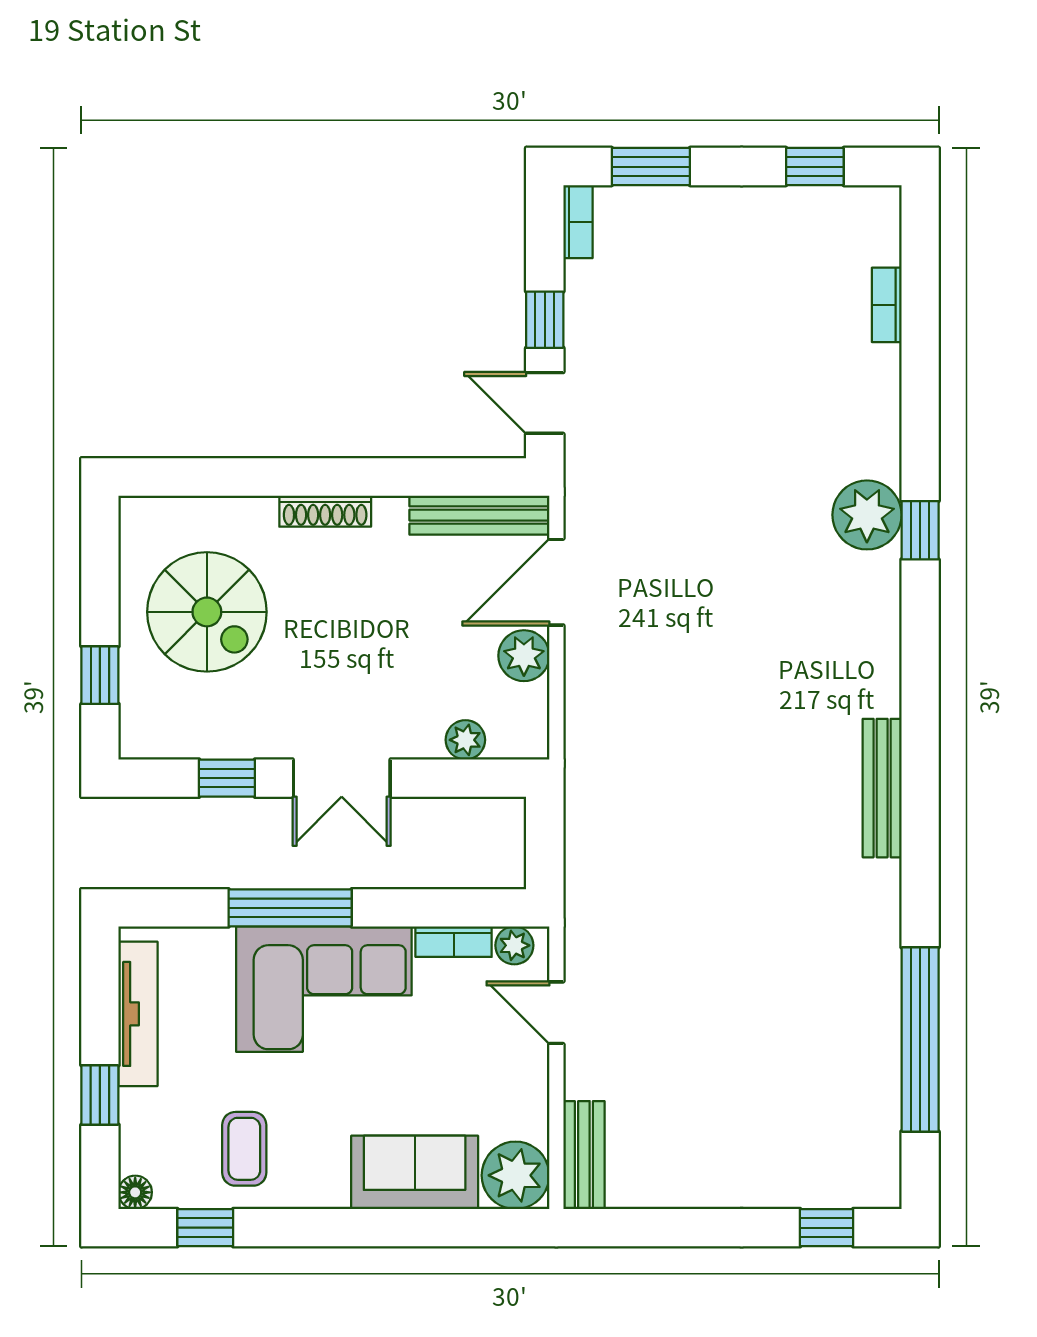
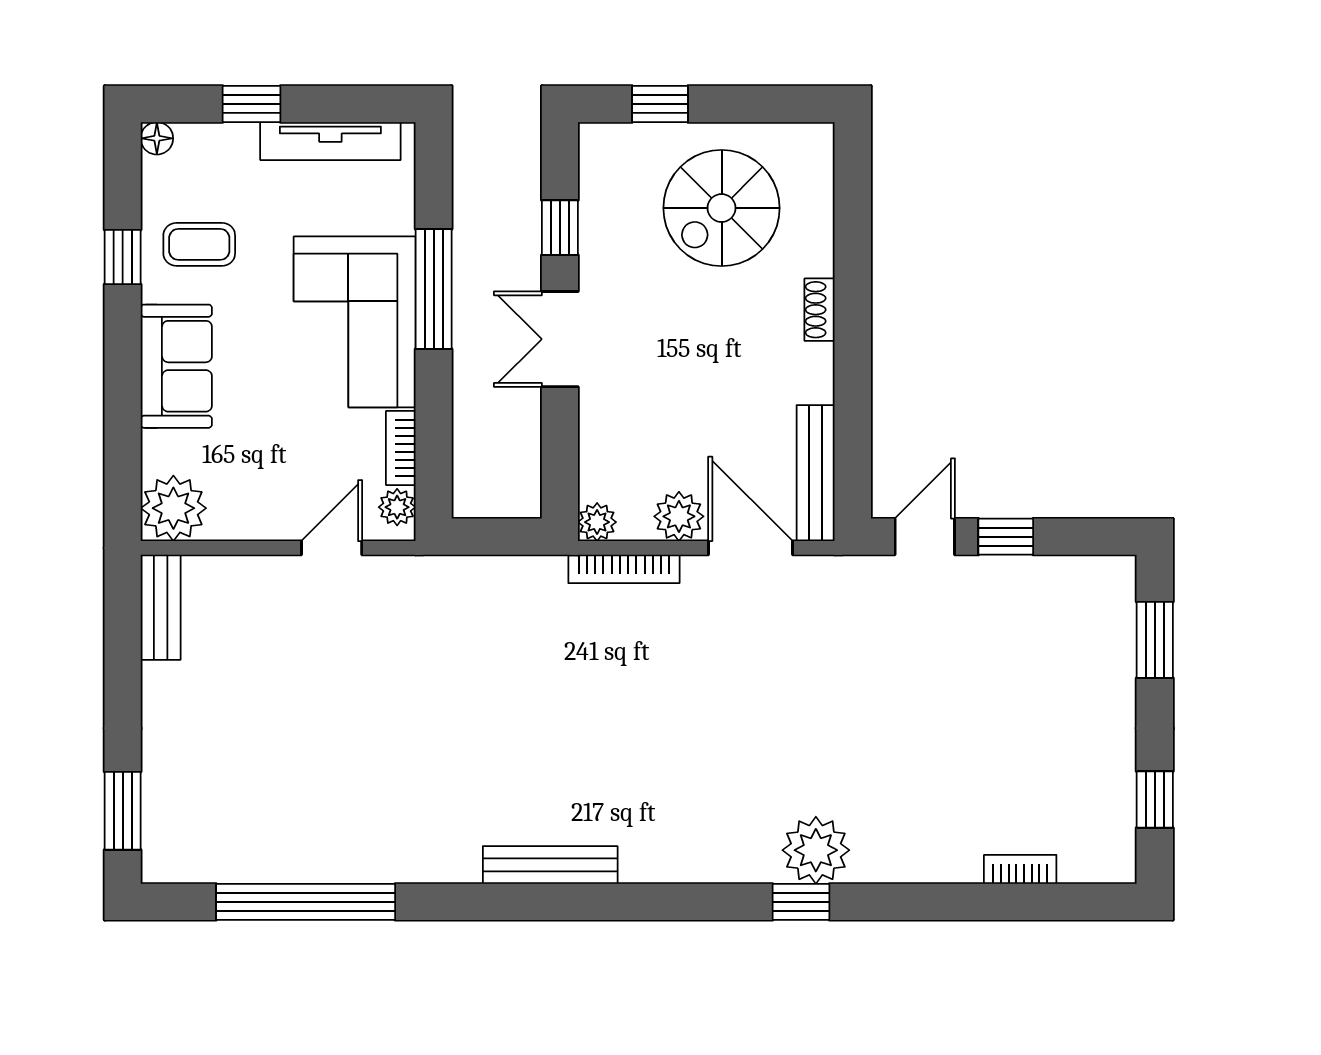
bookcase: (578, 222) -> (624, 569), moved, width x1.56
shoe rack: (325, 511) -> (820, 310), width x0.70
plant: (465, 740) -> (597, 522), moved
bench: (584, 1155) -> (161, 607), moved, turned 90
sofa: (415, 1172) -> (176, 366), moved
window: (205, 1228) -> (123, 257), moved
window: (827, 1228) -> (123, 811), width x1.50

